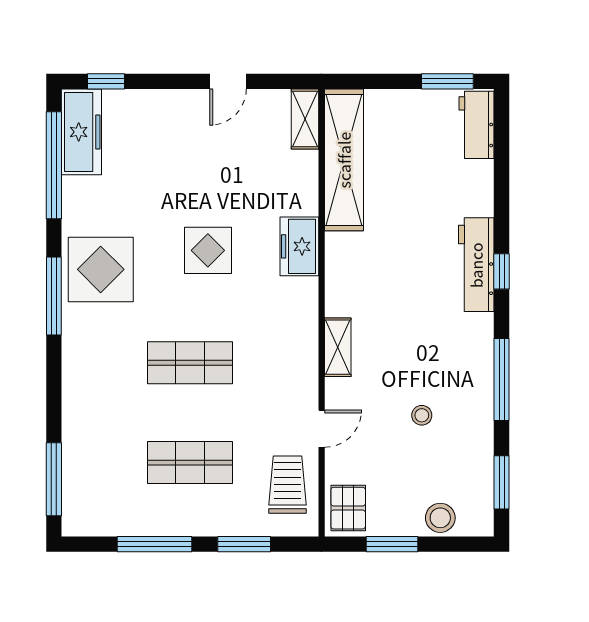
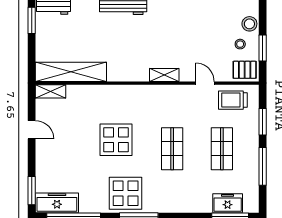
window: (106, 81) -> (32, 191), width x1.50
freezer: (299, 246) -> (228, 203), moved, turned 180
display table: (208, 250) -> (116, 140), width x1.36, depth x1.36
stool: (422, 415) -> (240, 44), moved

